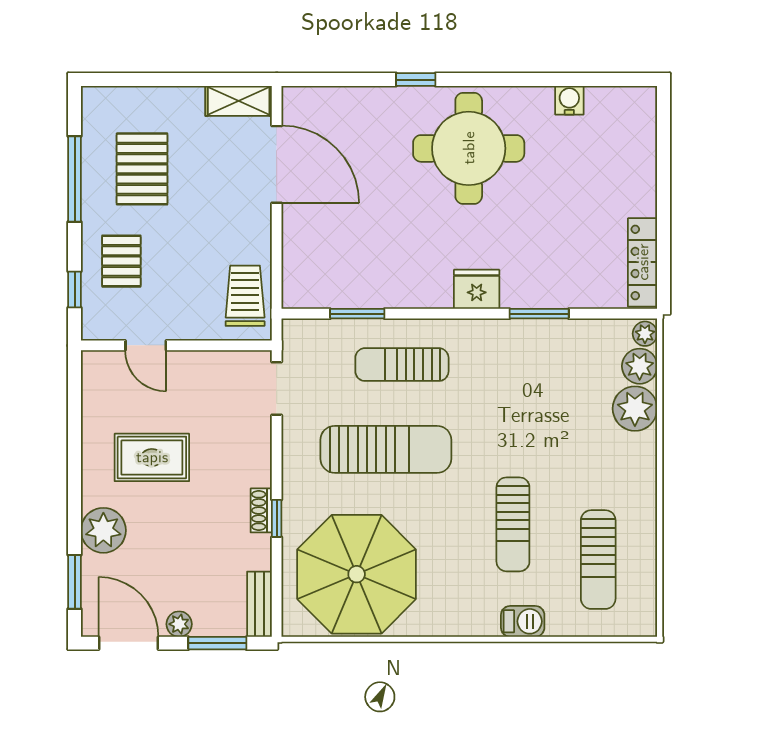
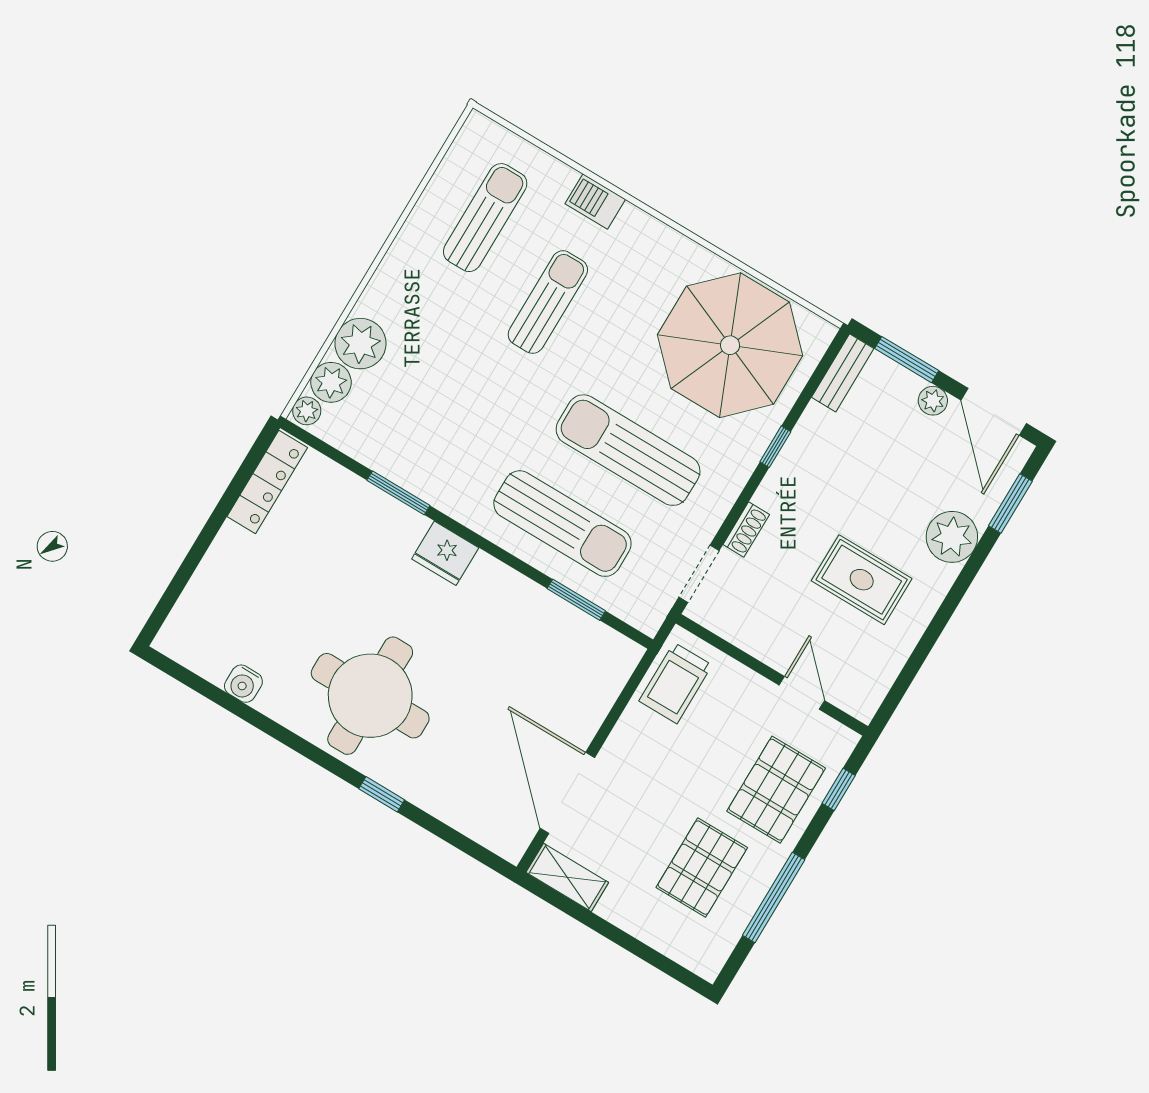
pallet: (121, 261) -> (776, 790), width x1.50, depth x1.42
sun lounger: (402, 365) -> (562, 524), width x1.36, depth x1.34
shoe rack: (261, 510) -> (746, 530), moved

